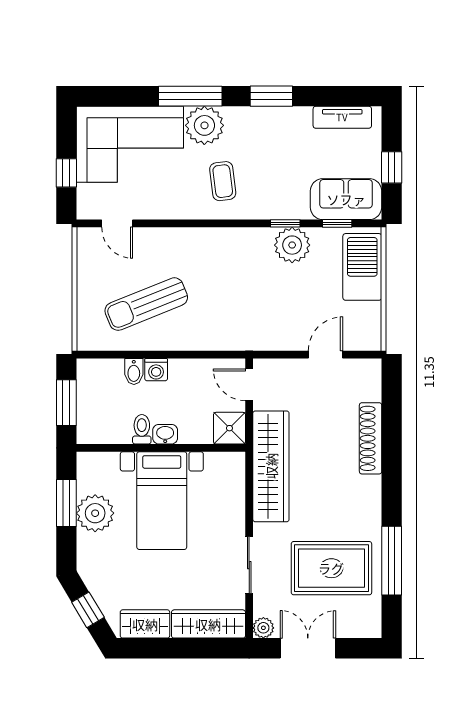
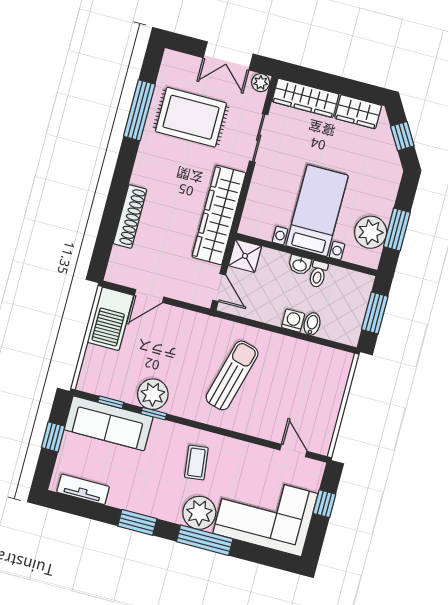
sofa: (346, 199) -> (109, 423), width x1.36
barbecue: (362, 267) -> (110, 319), moved
sun lounger: (146, 304) -> (232, 375), moved, turned -53
plant: (95, 513) -> (371, 232), moved

